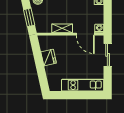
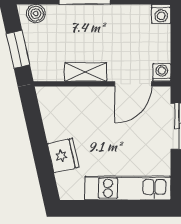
door: (85, 34) -> (133, 84), hinge flipped
fridge: (49, 57) -> (63, 155), moved

